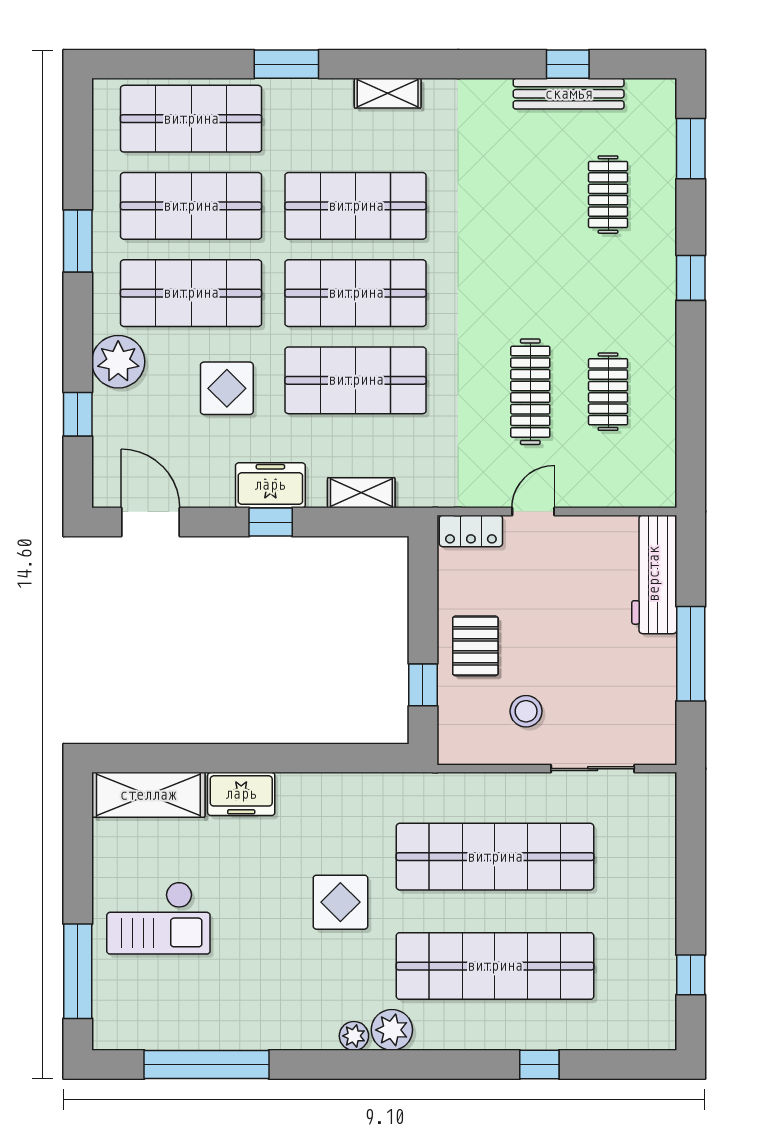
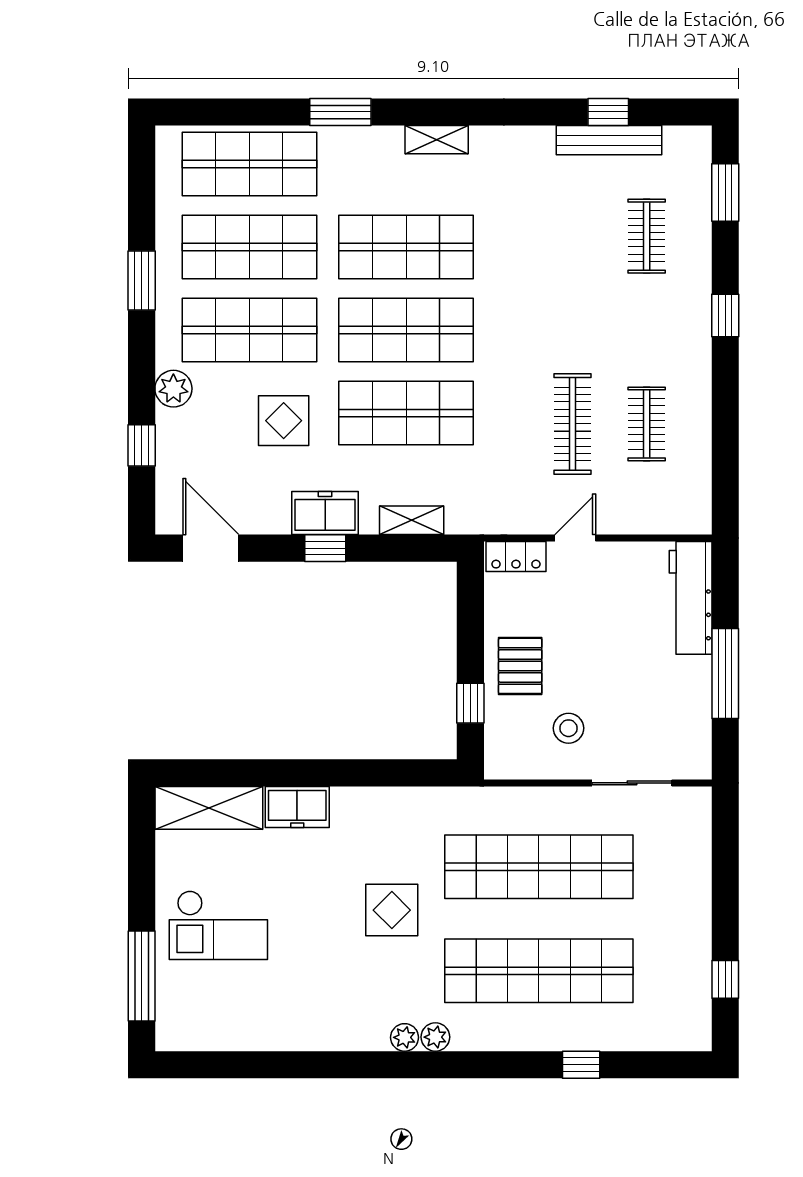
plant: (118, 362) -> (173, 389), width x0.73, depth x0.73
plant: (392, 1030) -> (435, 1037), width x0.73, depth x0.73
window: (207, 1065) -> (264, 1065), removed

